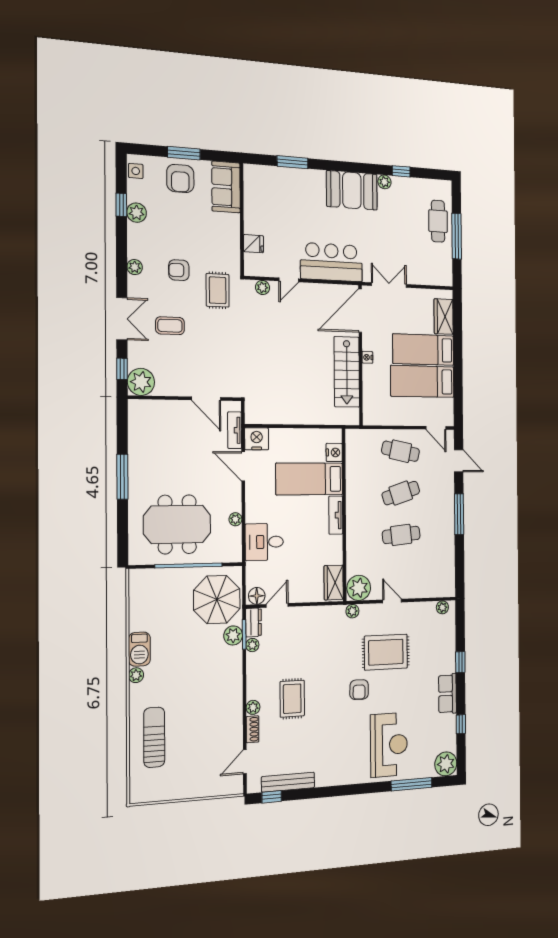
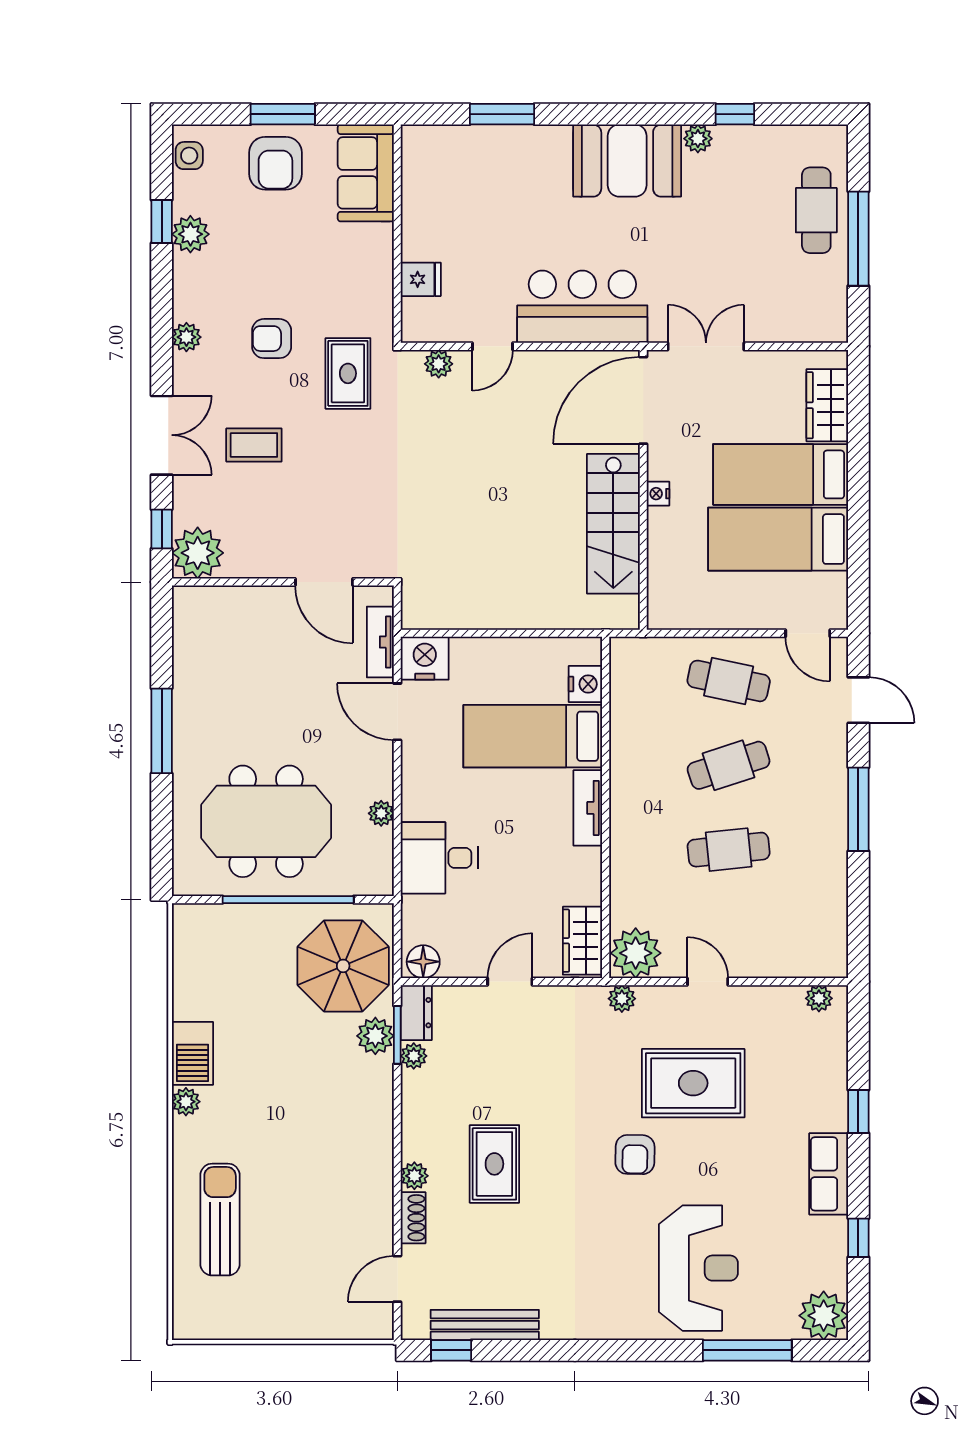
door: (277, 605) -> (510, 982), moved

